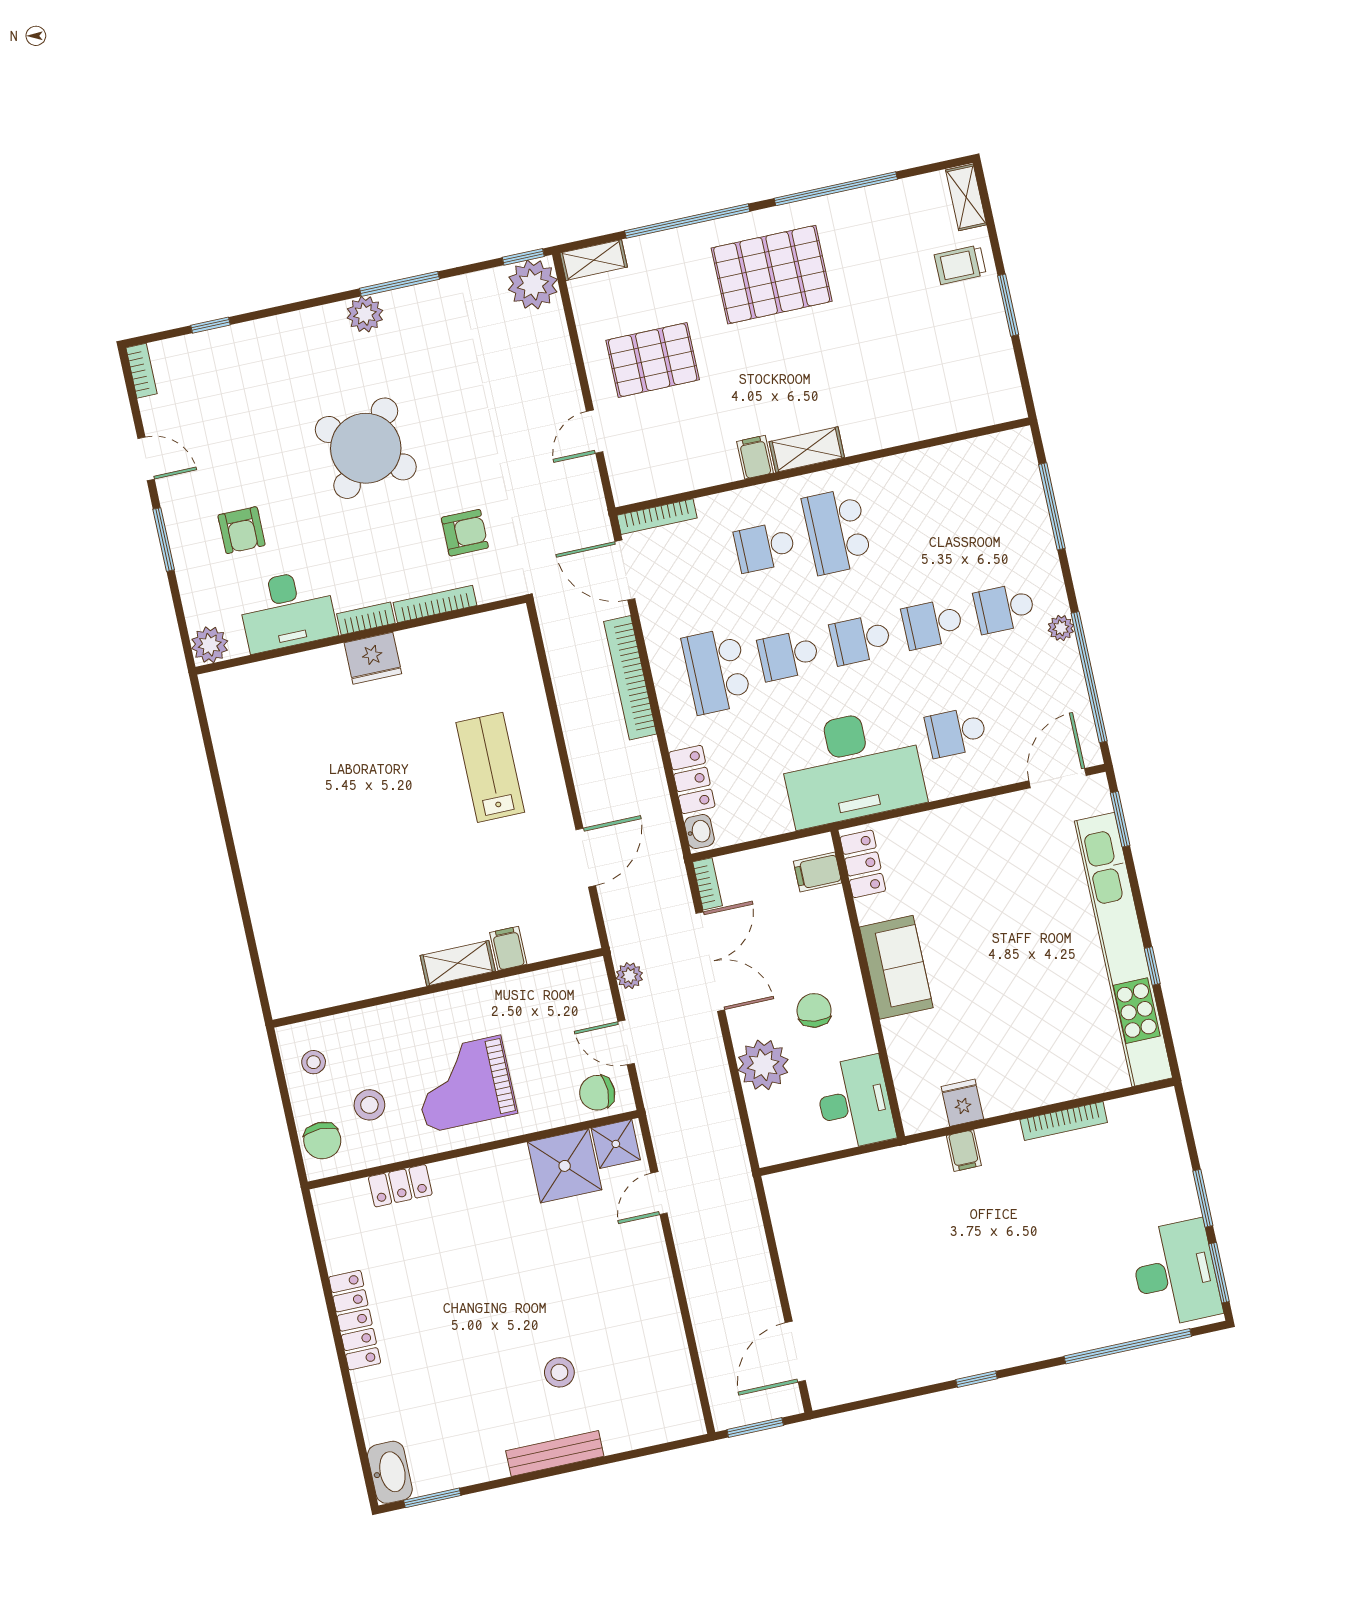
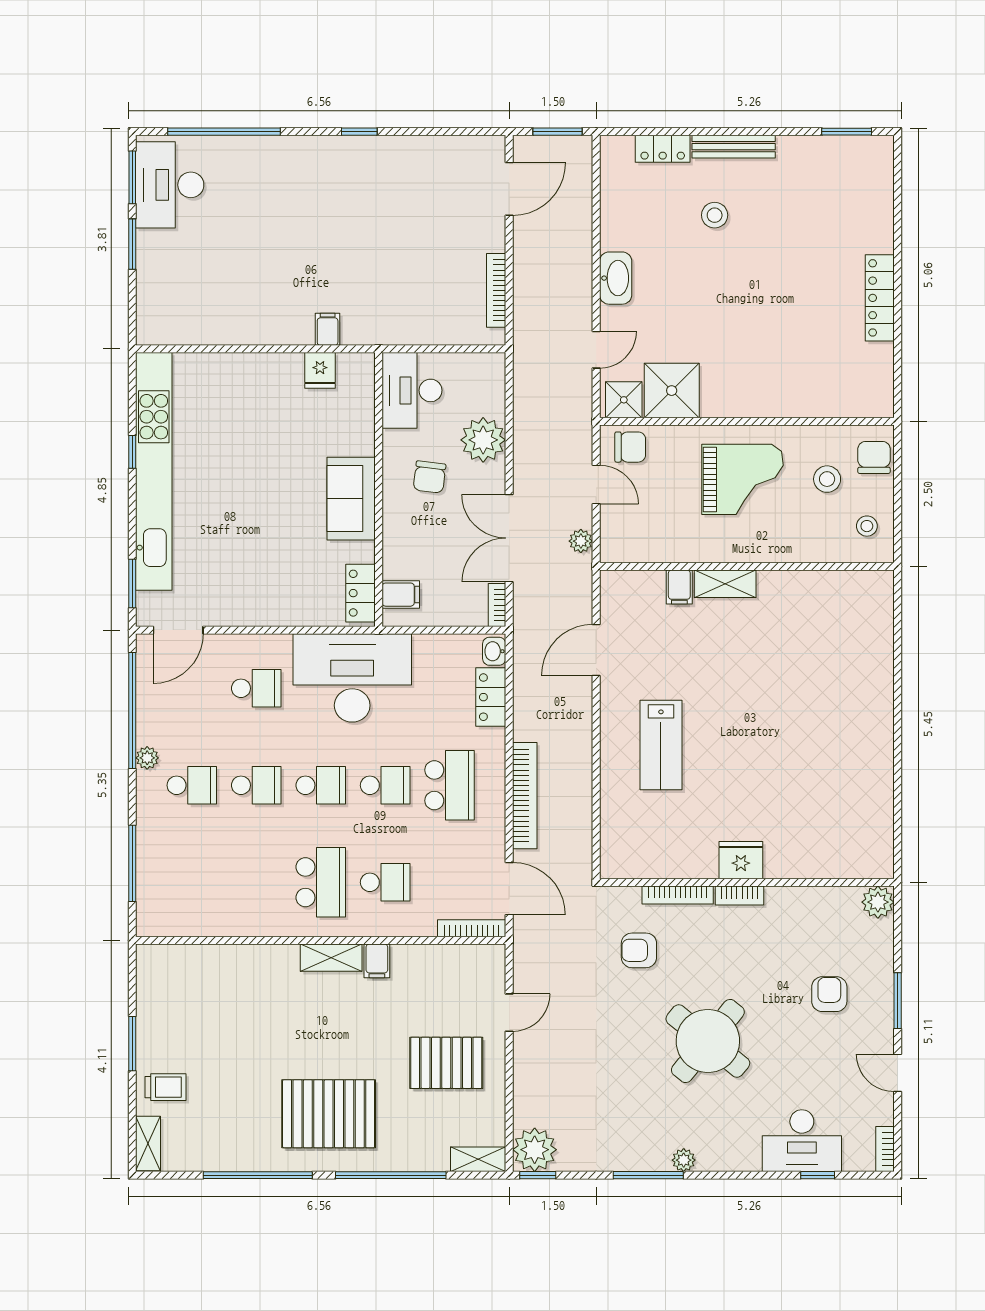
plant: (365, 314) -> (684, 1160), width x0.73, depth x0.73
desk: (287, 611) -> (802, 1141), moved, turned 180
bookcase: (1064, 1121) -> (496, 290), moved, turned -90
locker: (400, 1186) -> (663, 149), moved, turned 180
washbasin: (390, 1472) -> (616, 278), moved, turned 180

